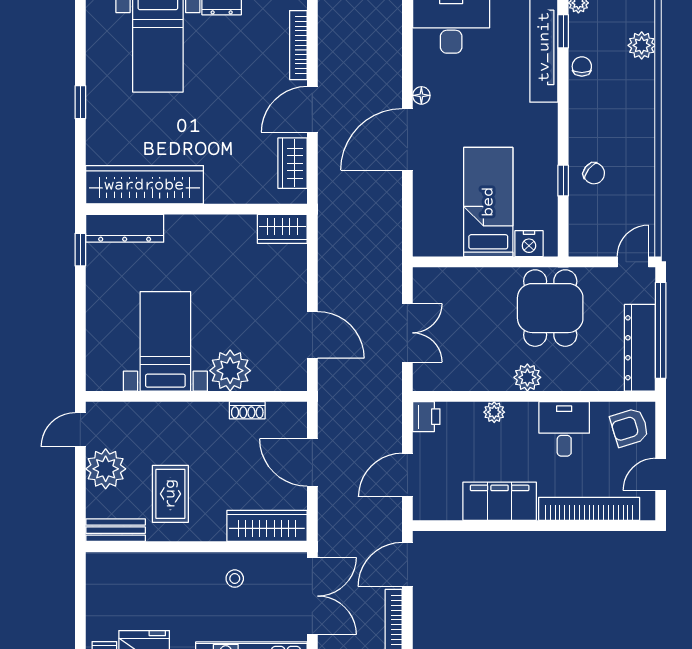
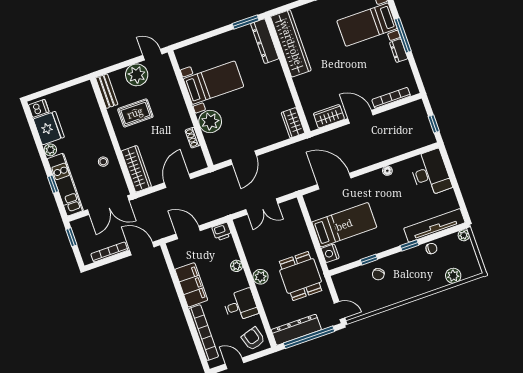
window: (563, 31) -> (409, 245), moved
door: (407, 139) -> (334, 181), moved
window: (80, 250) -> (246, 22), width x1.50
dining table: (550, 308) -> (301, 276), turned 90

